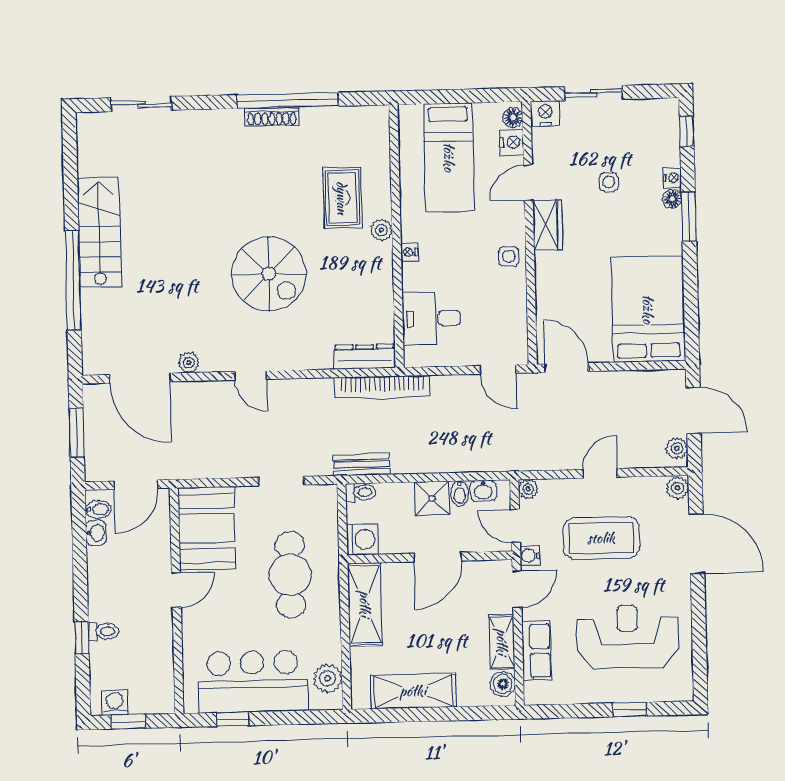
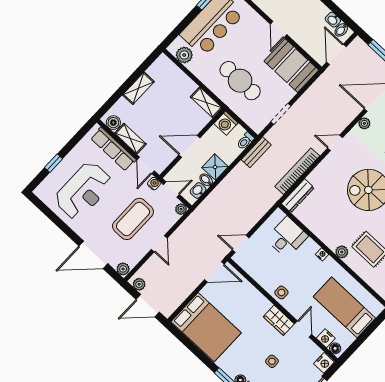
bookcase: (382, 387) -> (297, 171), moved
door: (438, 557) -> (189, 146), hinge flipped
shelving: (365, 604) -> (206, 102), width x0.67, depth x0.75
row of seats: (537, 651) -> (113, 149), width x1.48
shelving: (413, 691) -> (138, 88), width x0.67, depth x0.75

